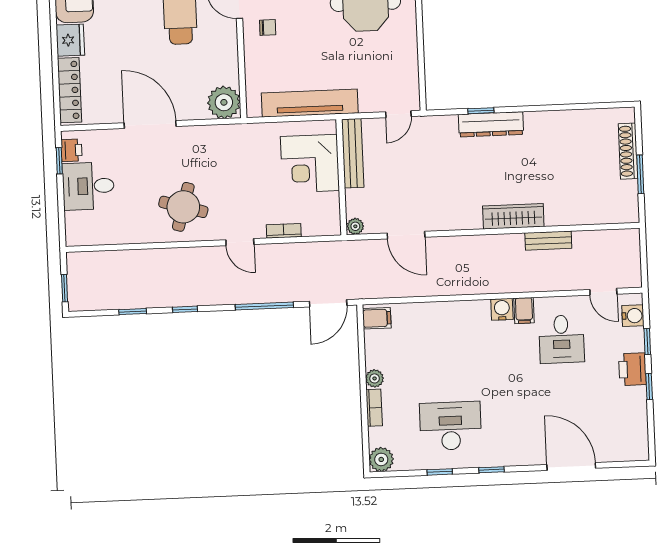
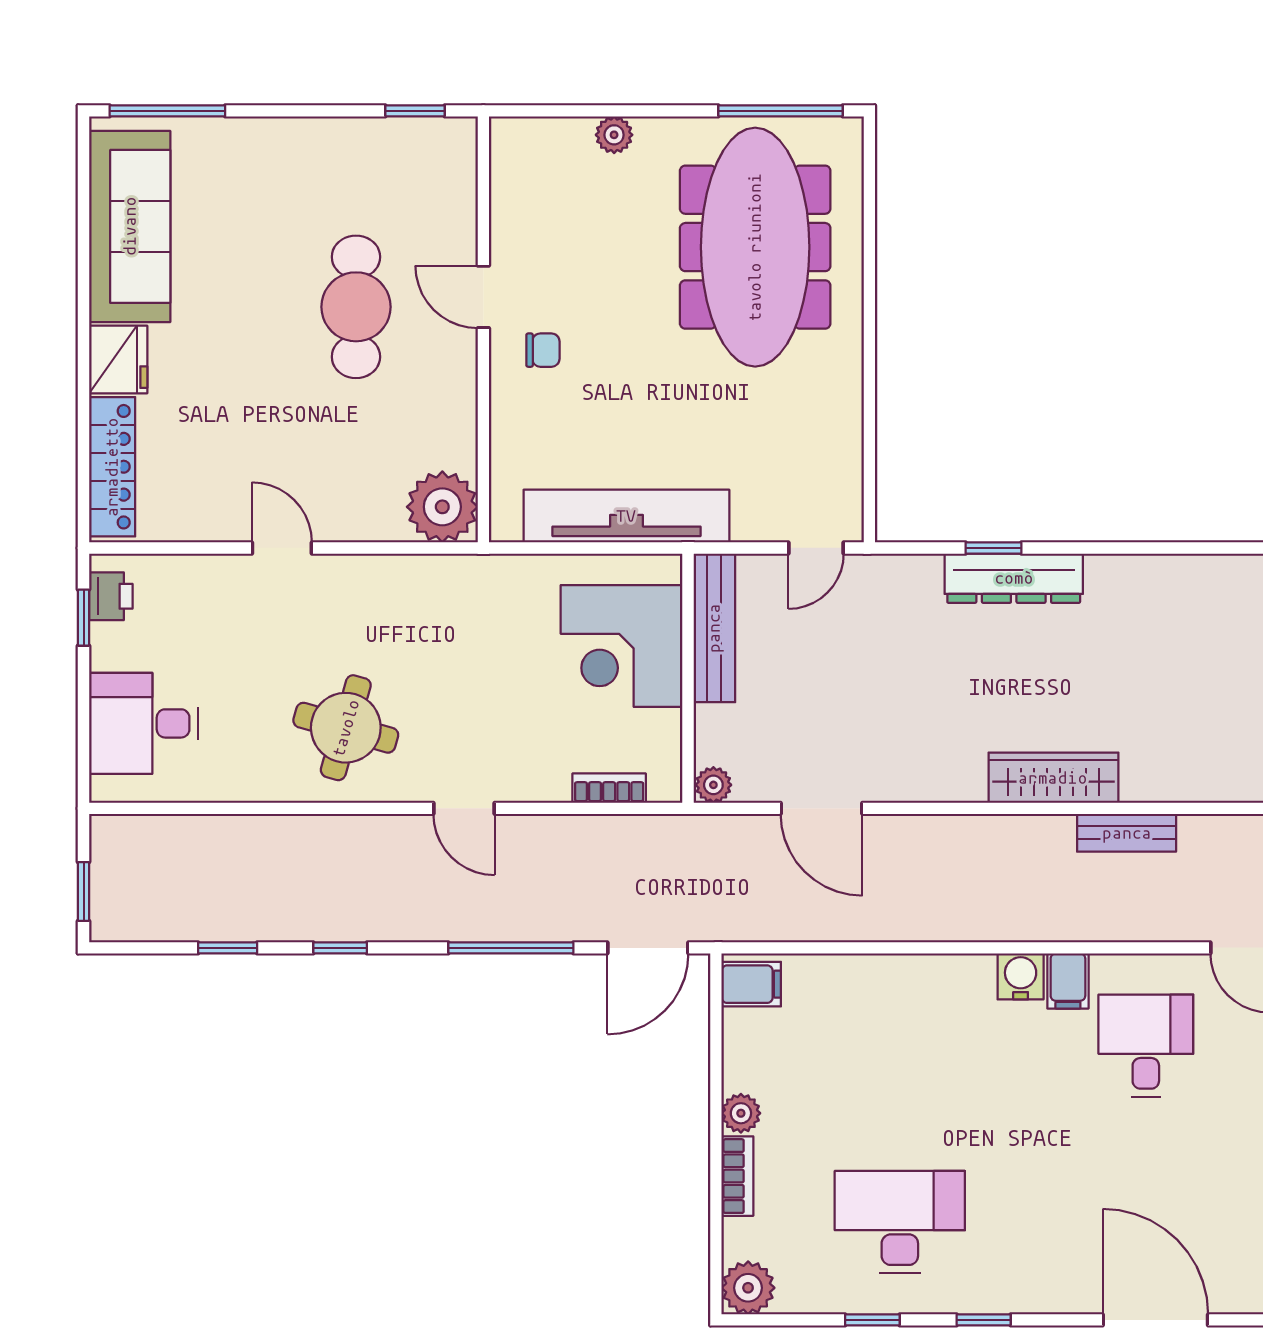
door: (150, 125) -> (282, 548), width x0.53
desk: (88, 186) -> (144, 723), moved
bookcase: (284, 231) -> (609, 788), moved
desk: (561, 339) -> (1146, 1046), turned 180

